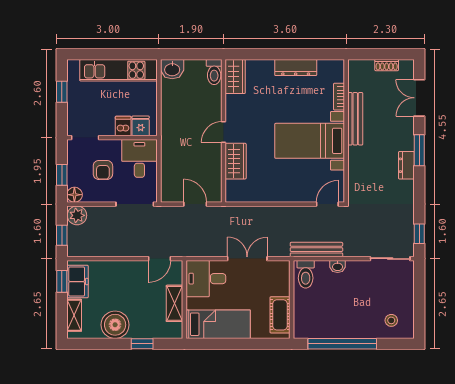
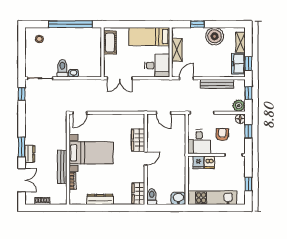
dresser: (406, 165) -> (30, 154), moved
bench: (316, 250) -> (217, 84), moved
double door: (247, 259) -> (120, 78), moved
toilet: (306, 274) -> (62, 68), moved

